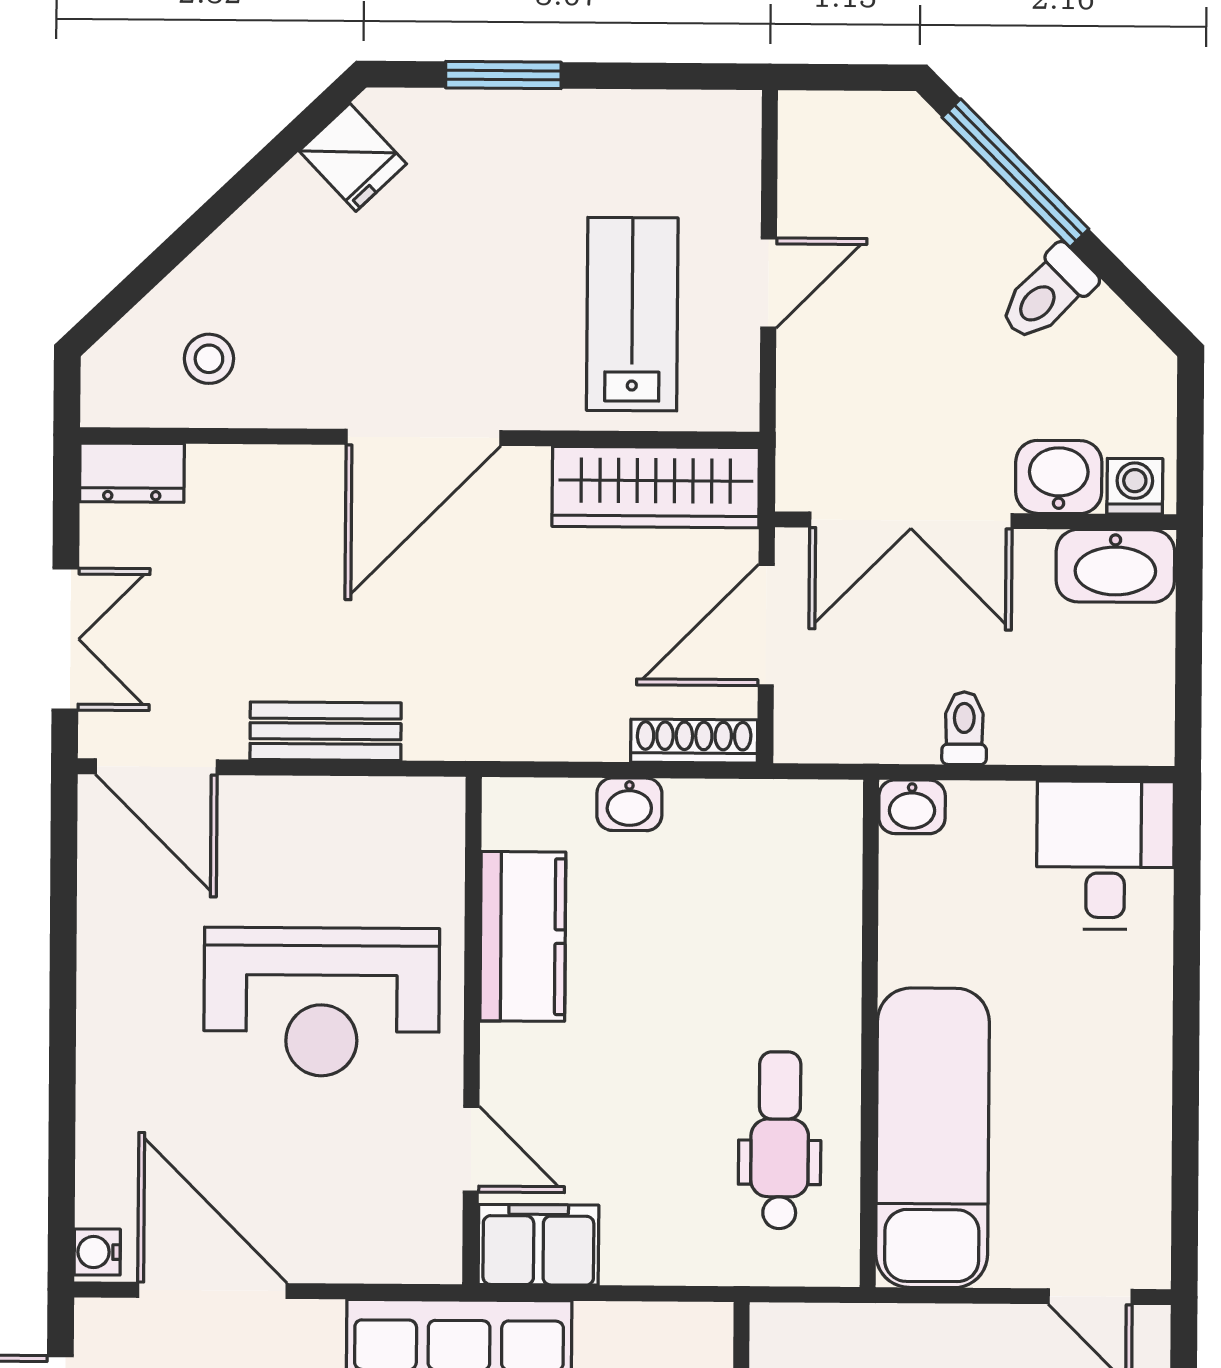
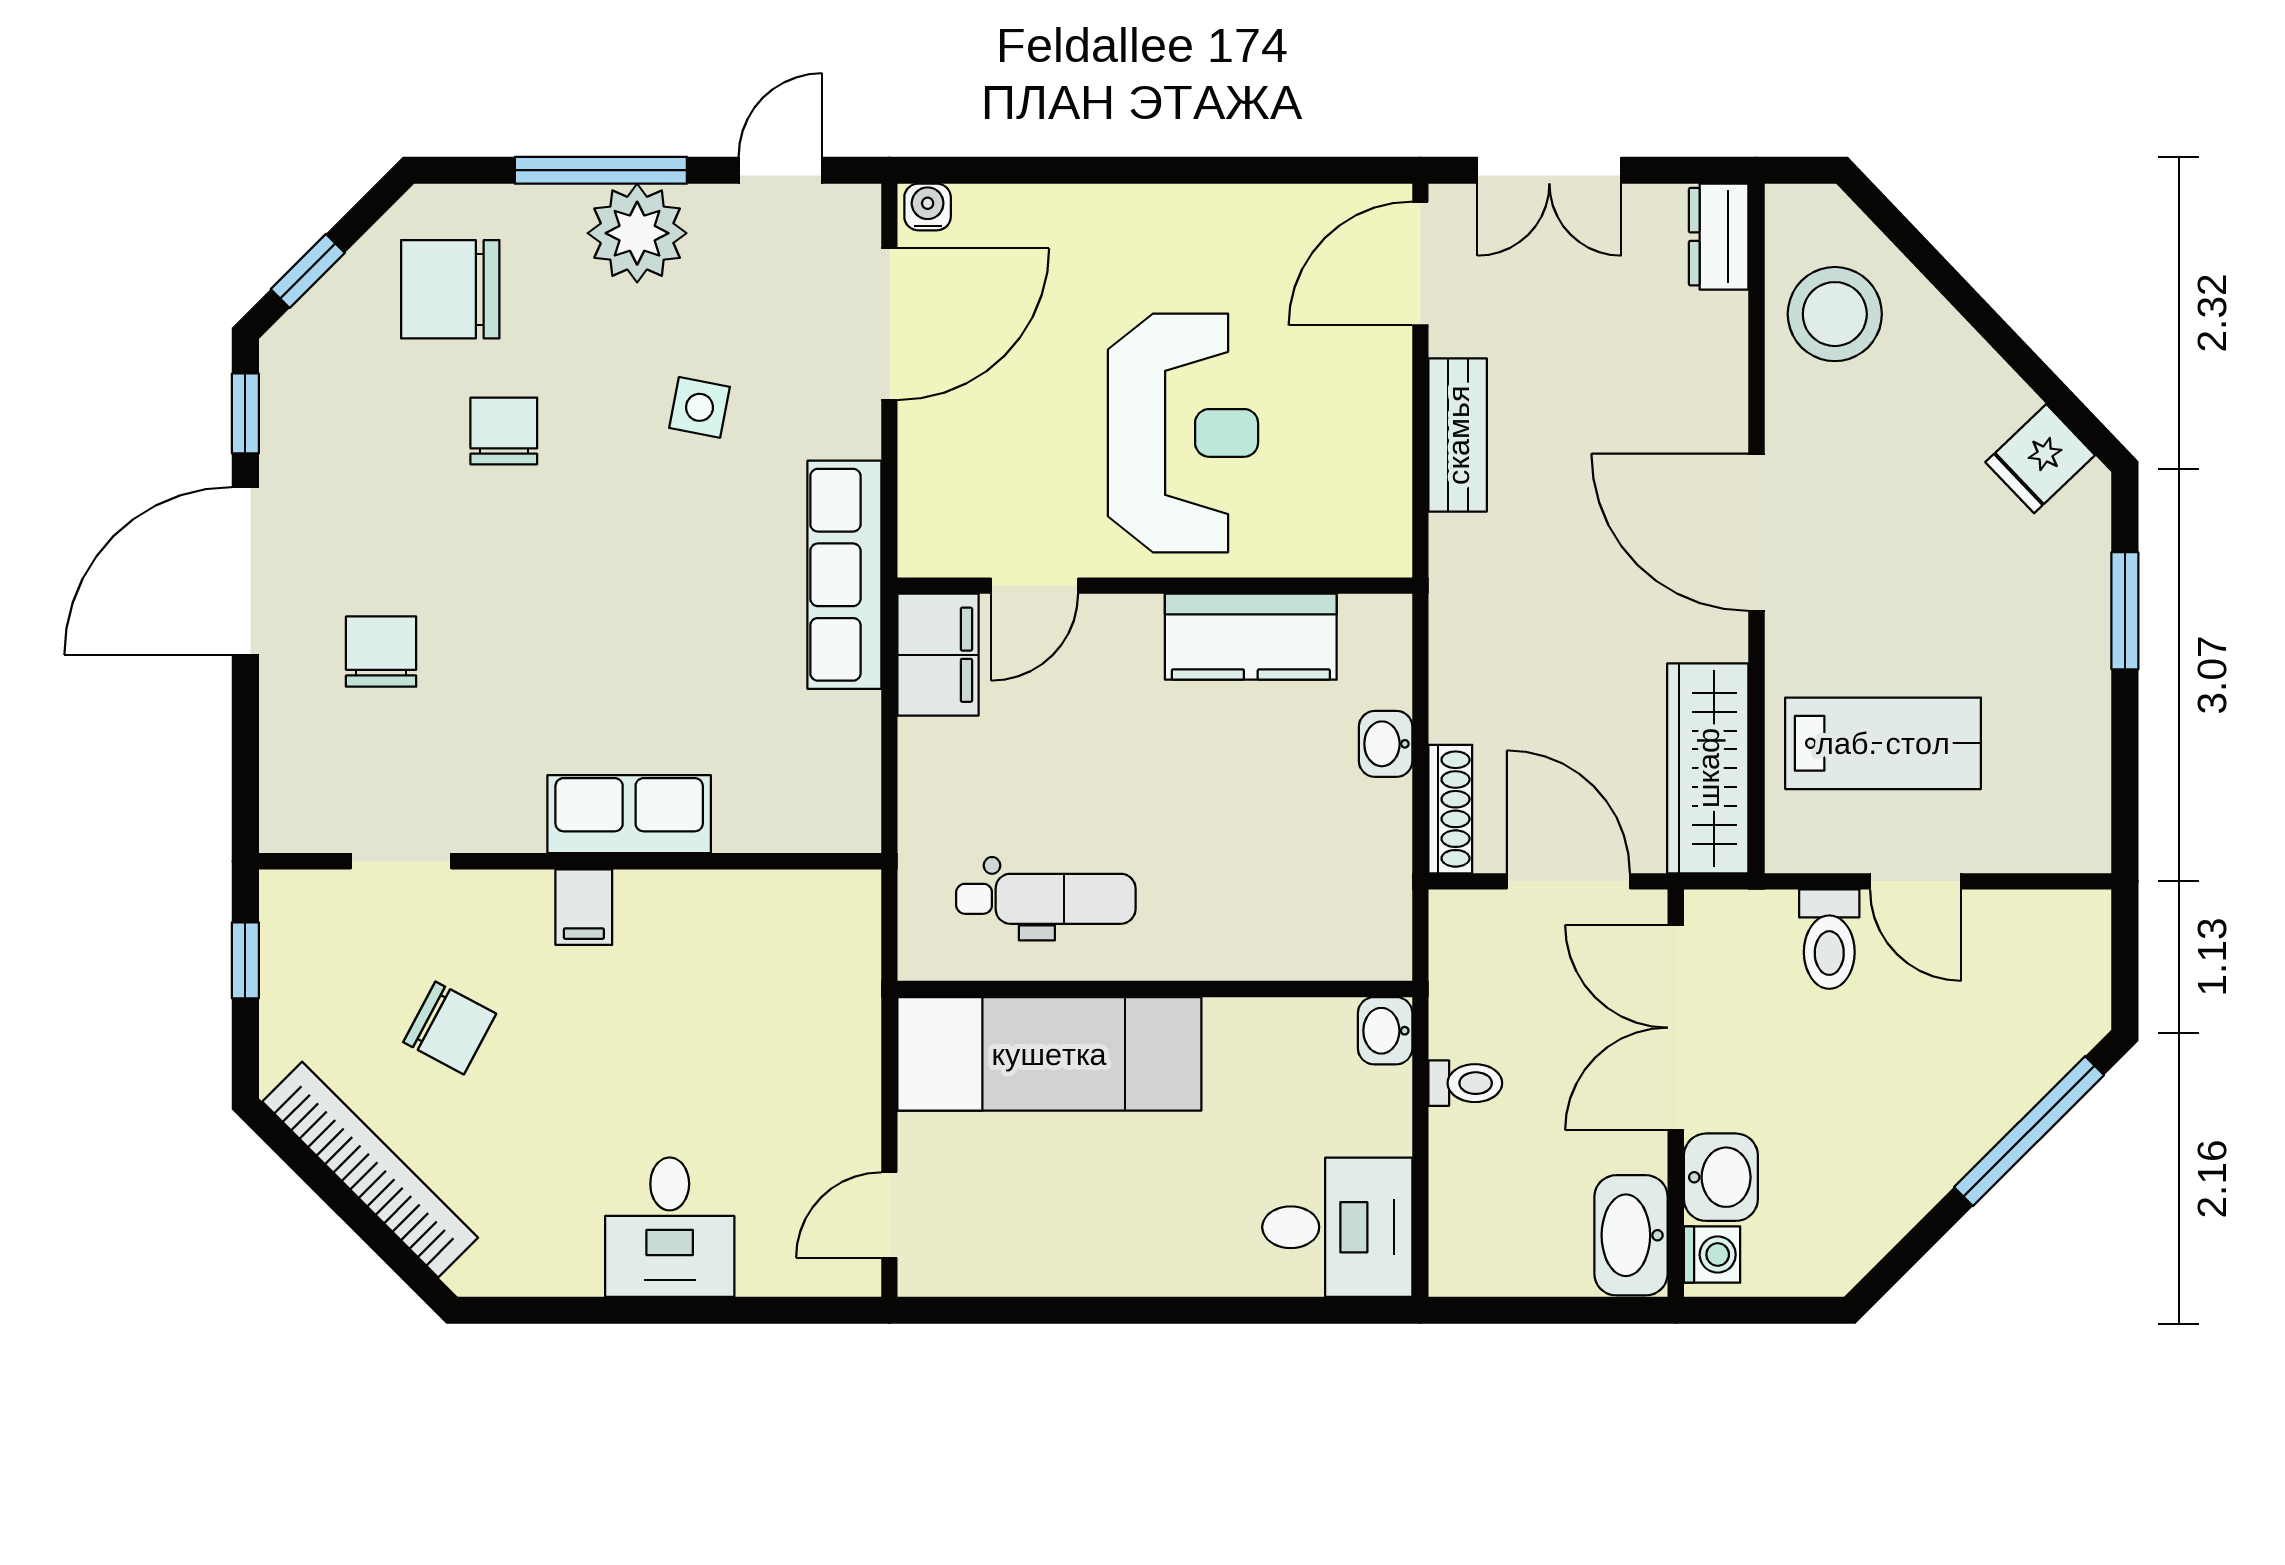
toilet: (1047, 294) -> (1829, 939), moved, turned -135
stool: (209, 359) -> (1835, 314), width x1.89, depth x1.89
reception desk: (322, 1002) -> (1183, 433), turned 180

